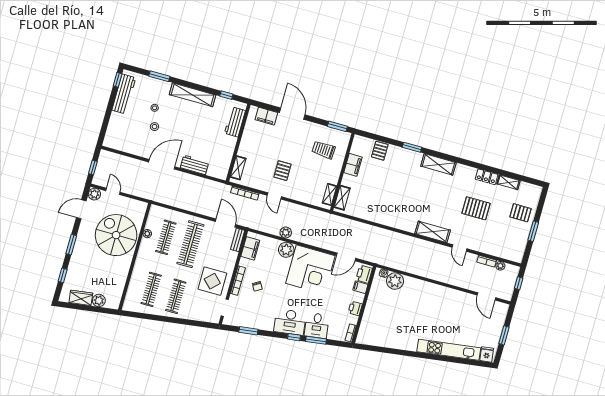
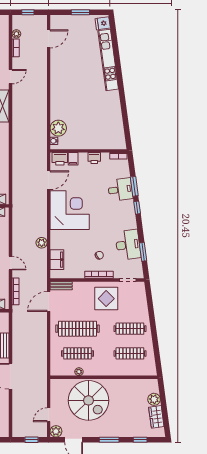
door: (274, 196) -> (10, 263), hinge flipped
spiral stairs: (116, 235) -> (89, 400), turned -90
filing cabinet: (250, 248) -> (57, 260), moved, turned 90
plant: (286, 250) -> (58, 238), removed
door: (346, 257) -> (49, 180), hinge flipped
desk: (290, 322) -> (128, 245), moved

